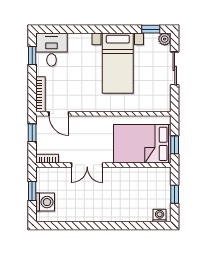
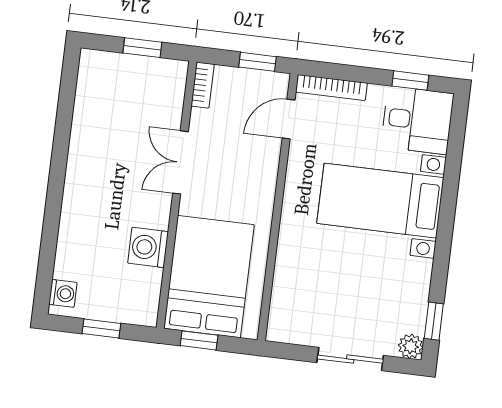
bed with nightstands: (118, 63) -> (380, 201), moved
washing machine: (45, 202) -> (148, 247), moved, turned 90

